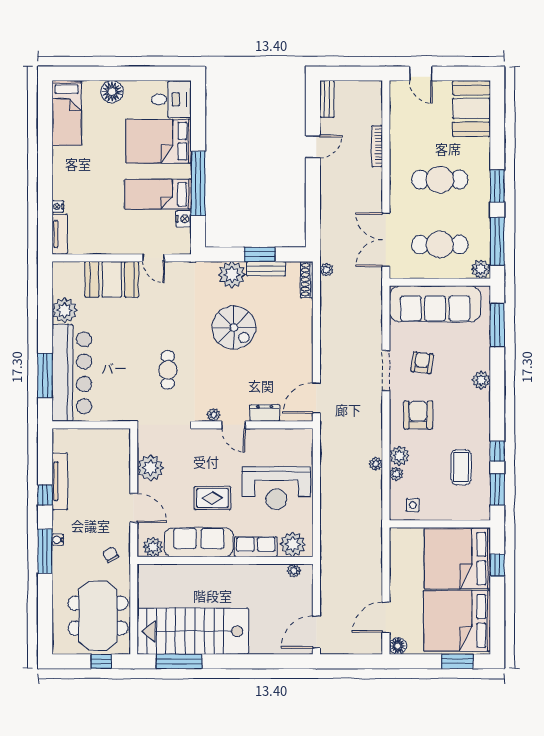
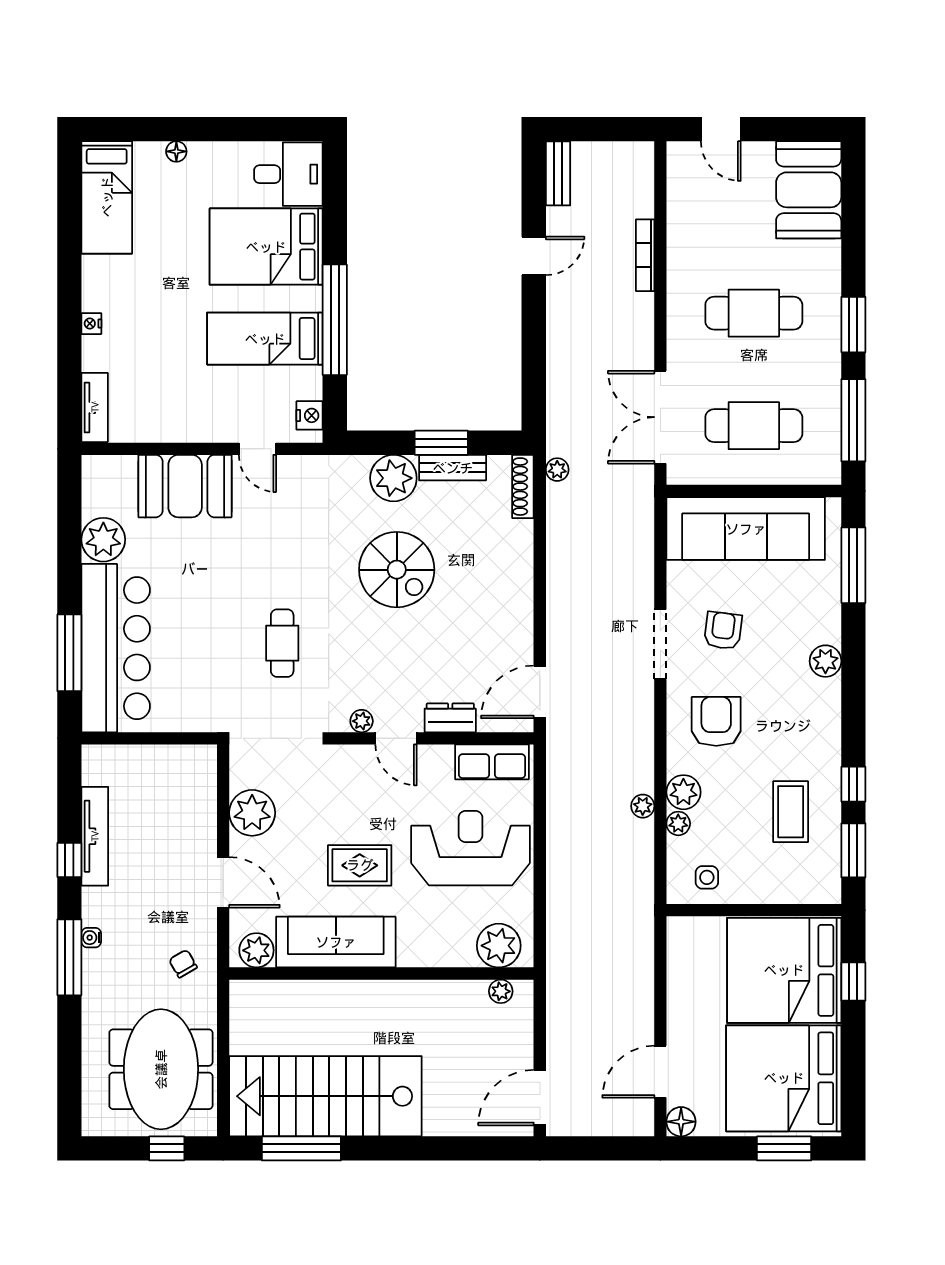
floor lamp: (112, 92) -> (176, 151), width x0.53, depth x0.53
nightstand: (58, 207) -> (91, 324), moved
nightstand: (184, 219) -> (310, 415), moved
plant: (481, 269) -> (825, 469), removed
reception desk: (276, 488) -> (470, 848), turned 180
row of seats: (256, 547) -> (492, 762), moved, turned 180

